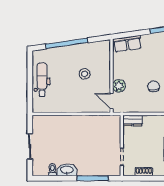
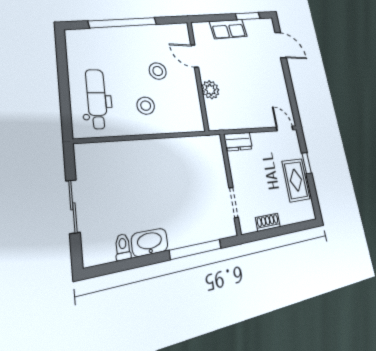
row of seats: (127, 44) -> (228, 29), moved
dental chair: (42, 80) -> (97, 99), moved
chair: (154, 86) -> (255, 90), removed
stool: (74, 96) -> (146, 106), added
door: (111, 101) -> (195, 56), moved

